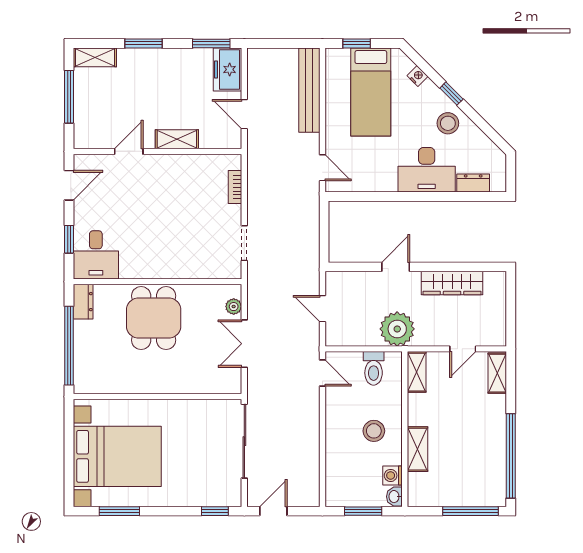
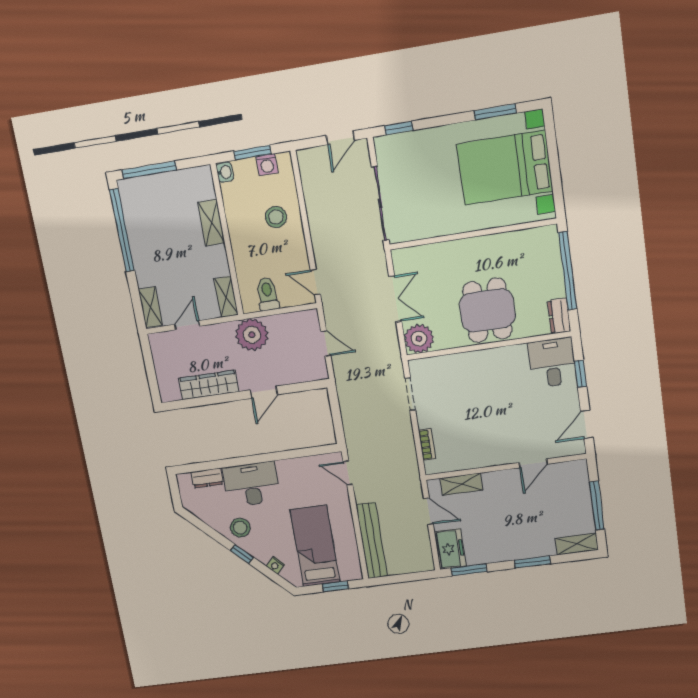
shelving: (177, 139) -> (461, 484), moved
plant: (234, 307) -> (419, 339), width x1.87, depth x1.87
stool: (374, 431) -> (276, 217), moved
washing machine: (393, 475) -> (267, 165), moved, turned 90

